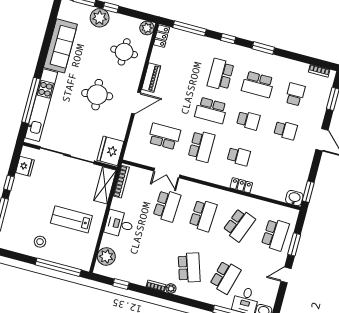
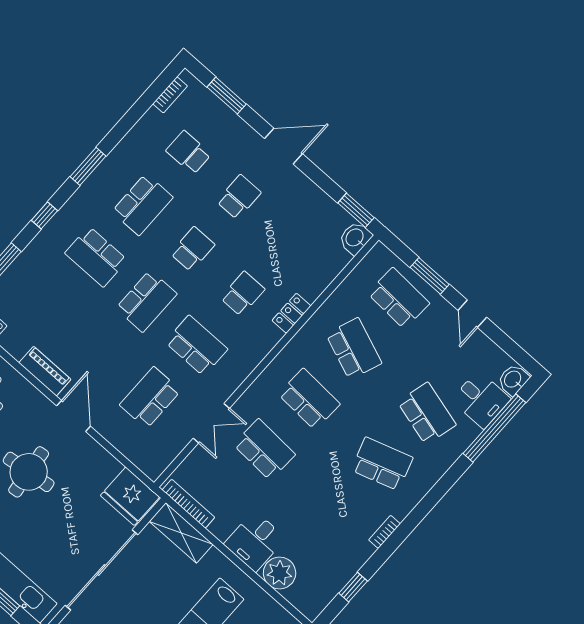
plant: (106, 256) -> (280, 573), moved
plant: (171, 289) -> (401, 510), removed

